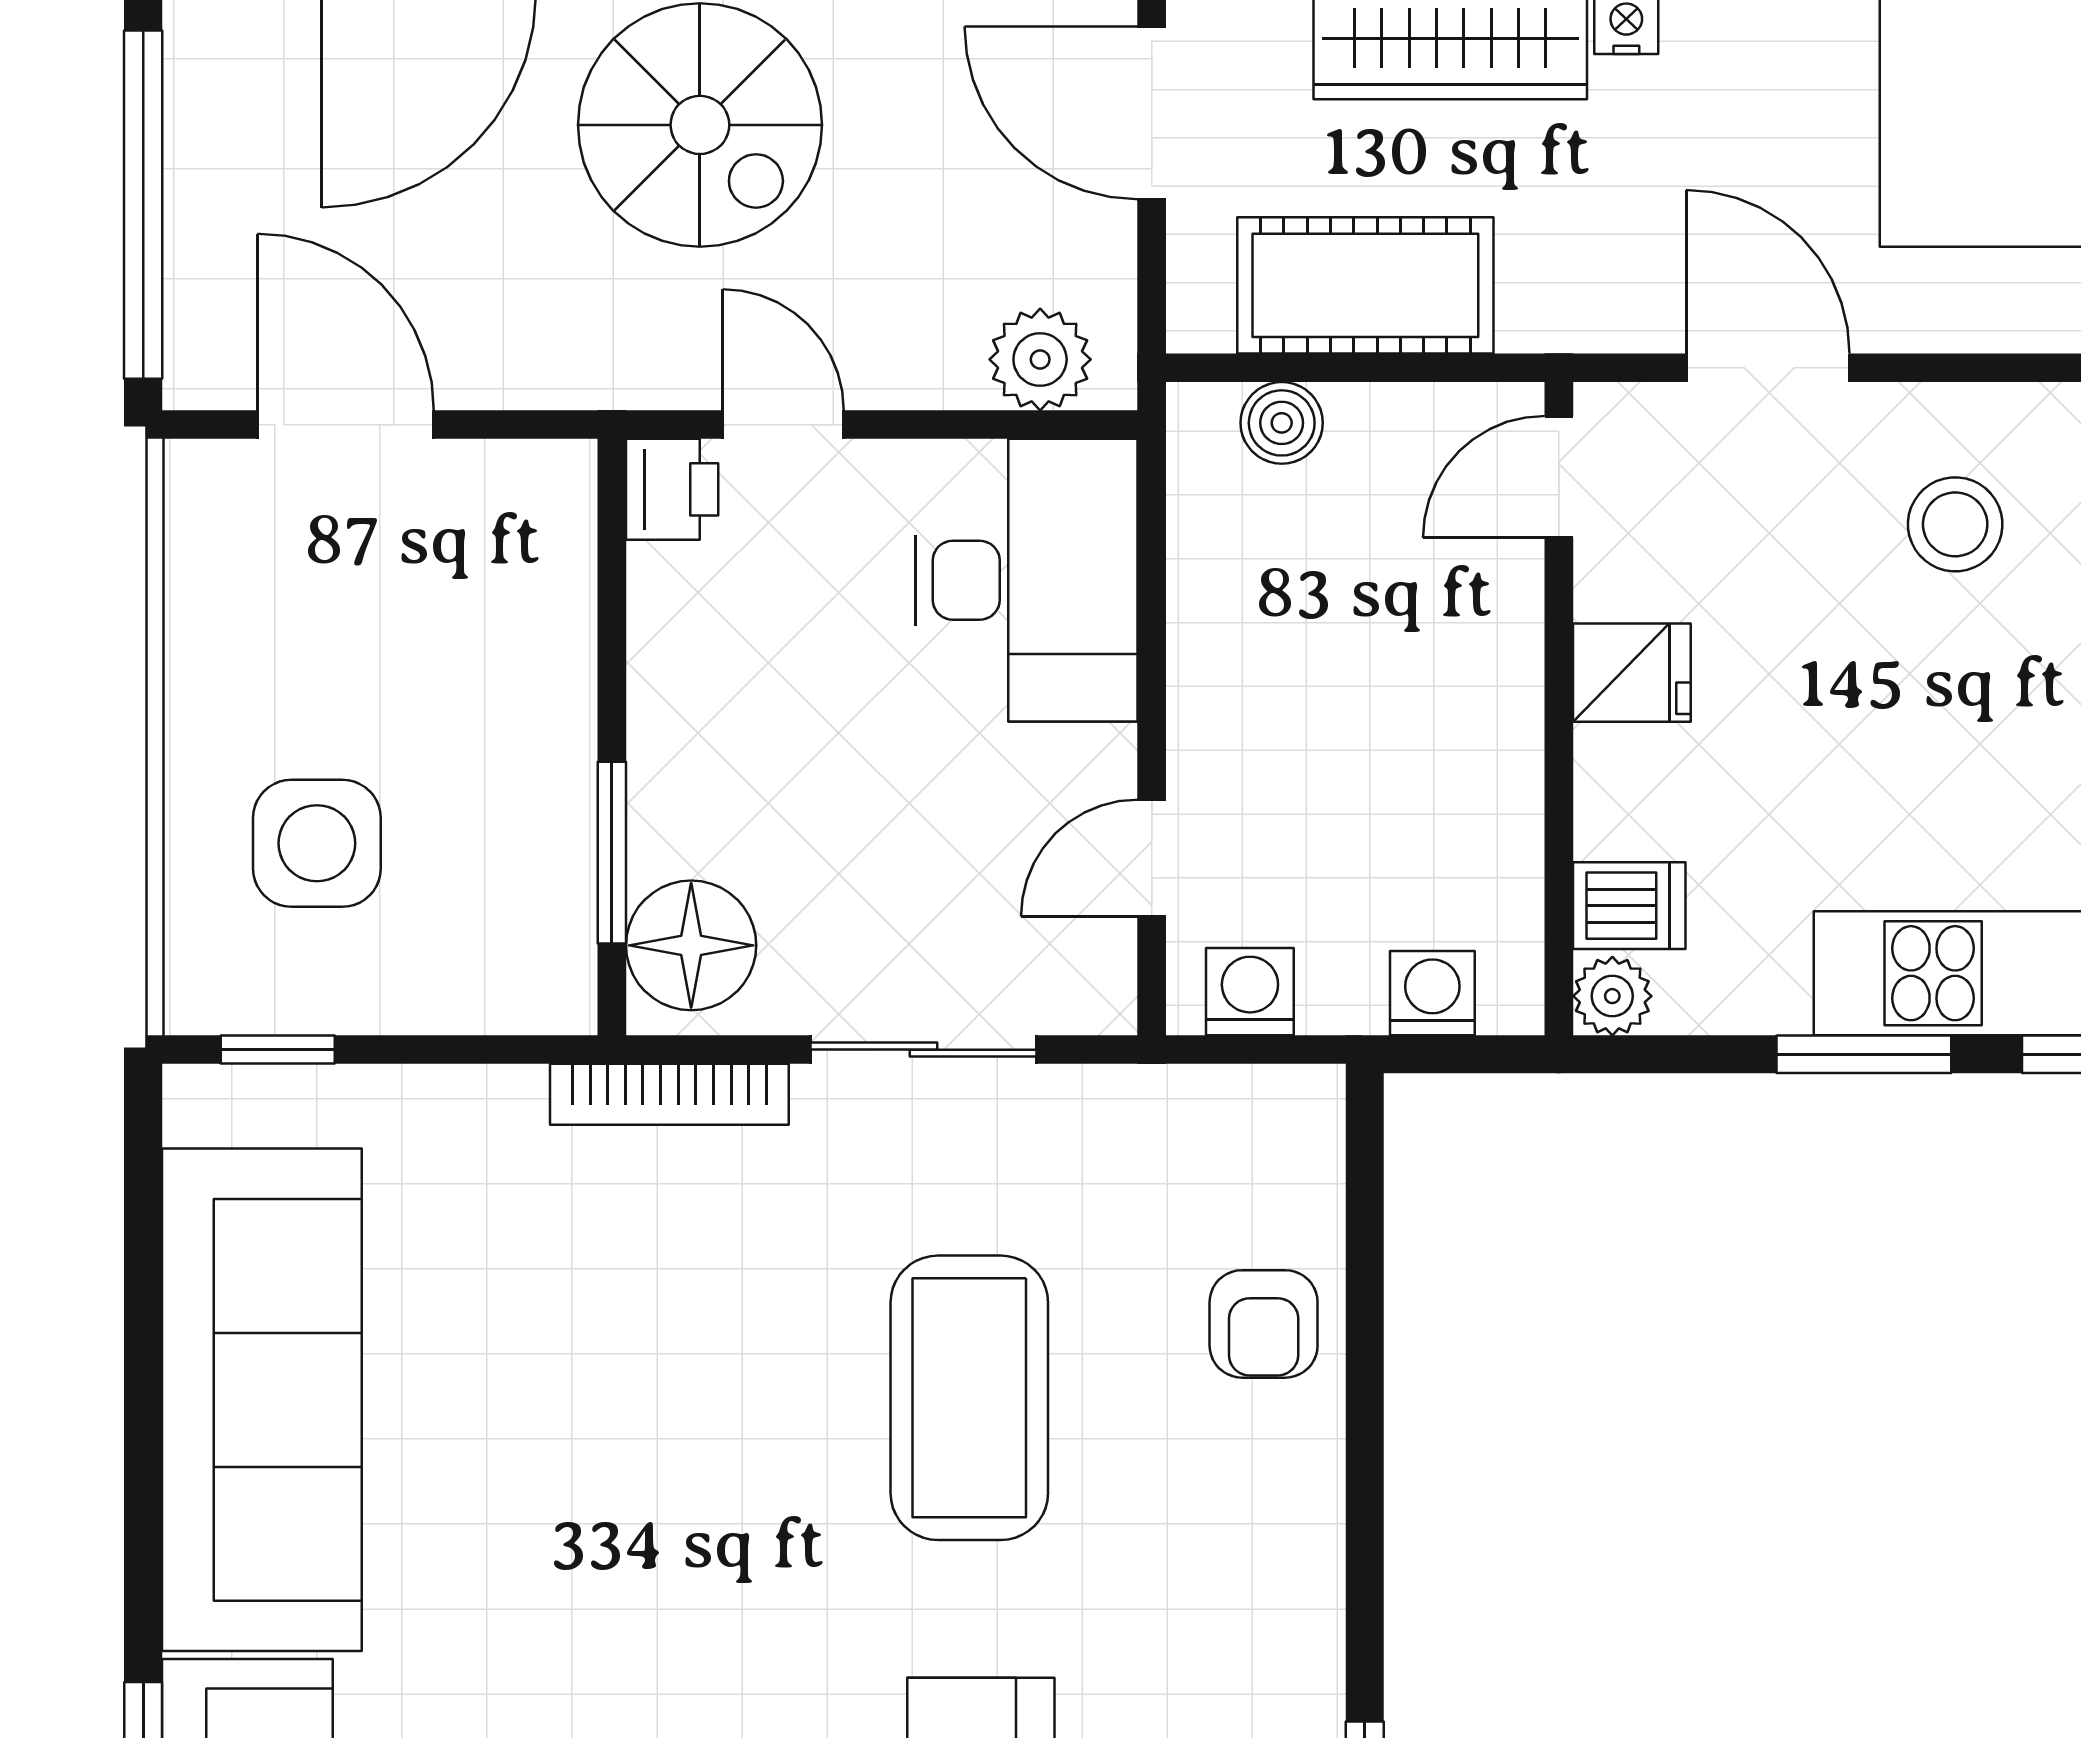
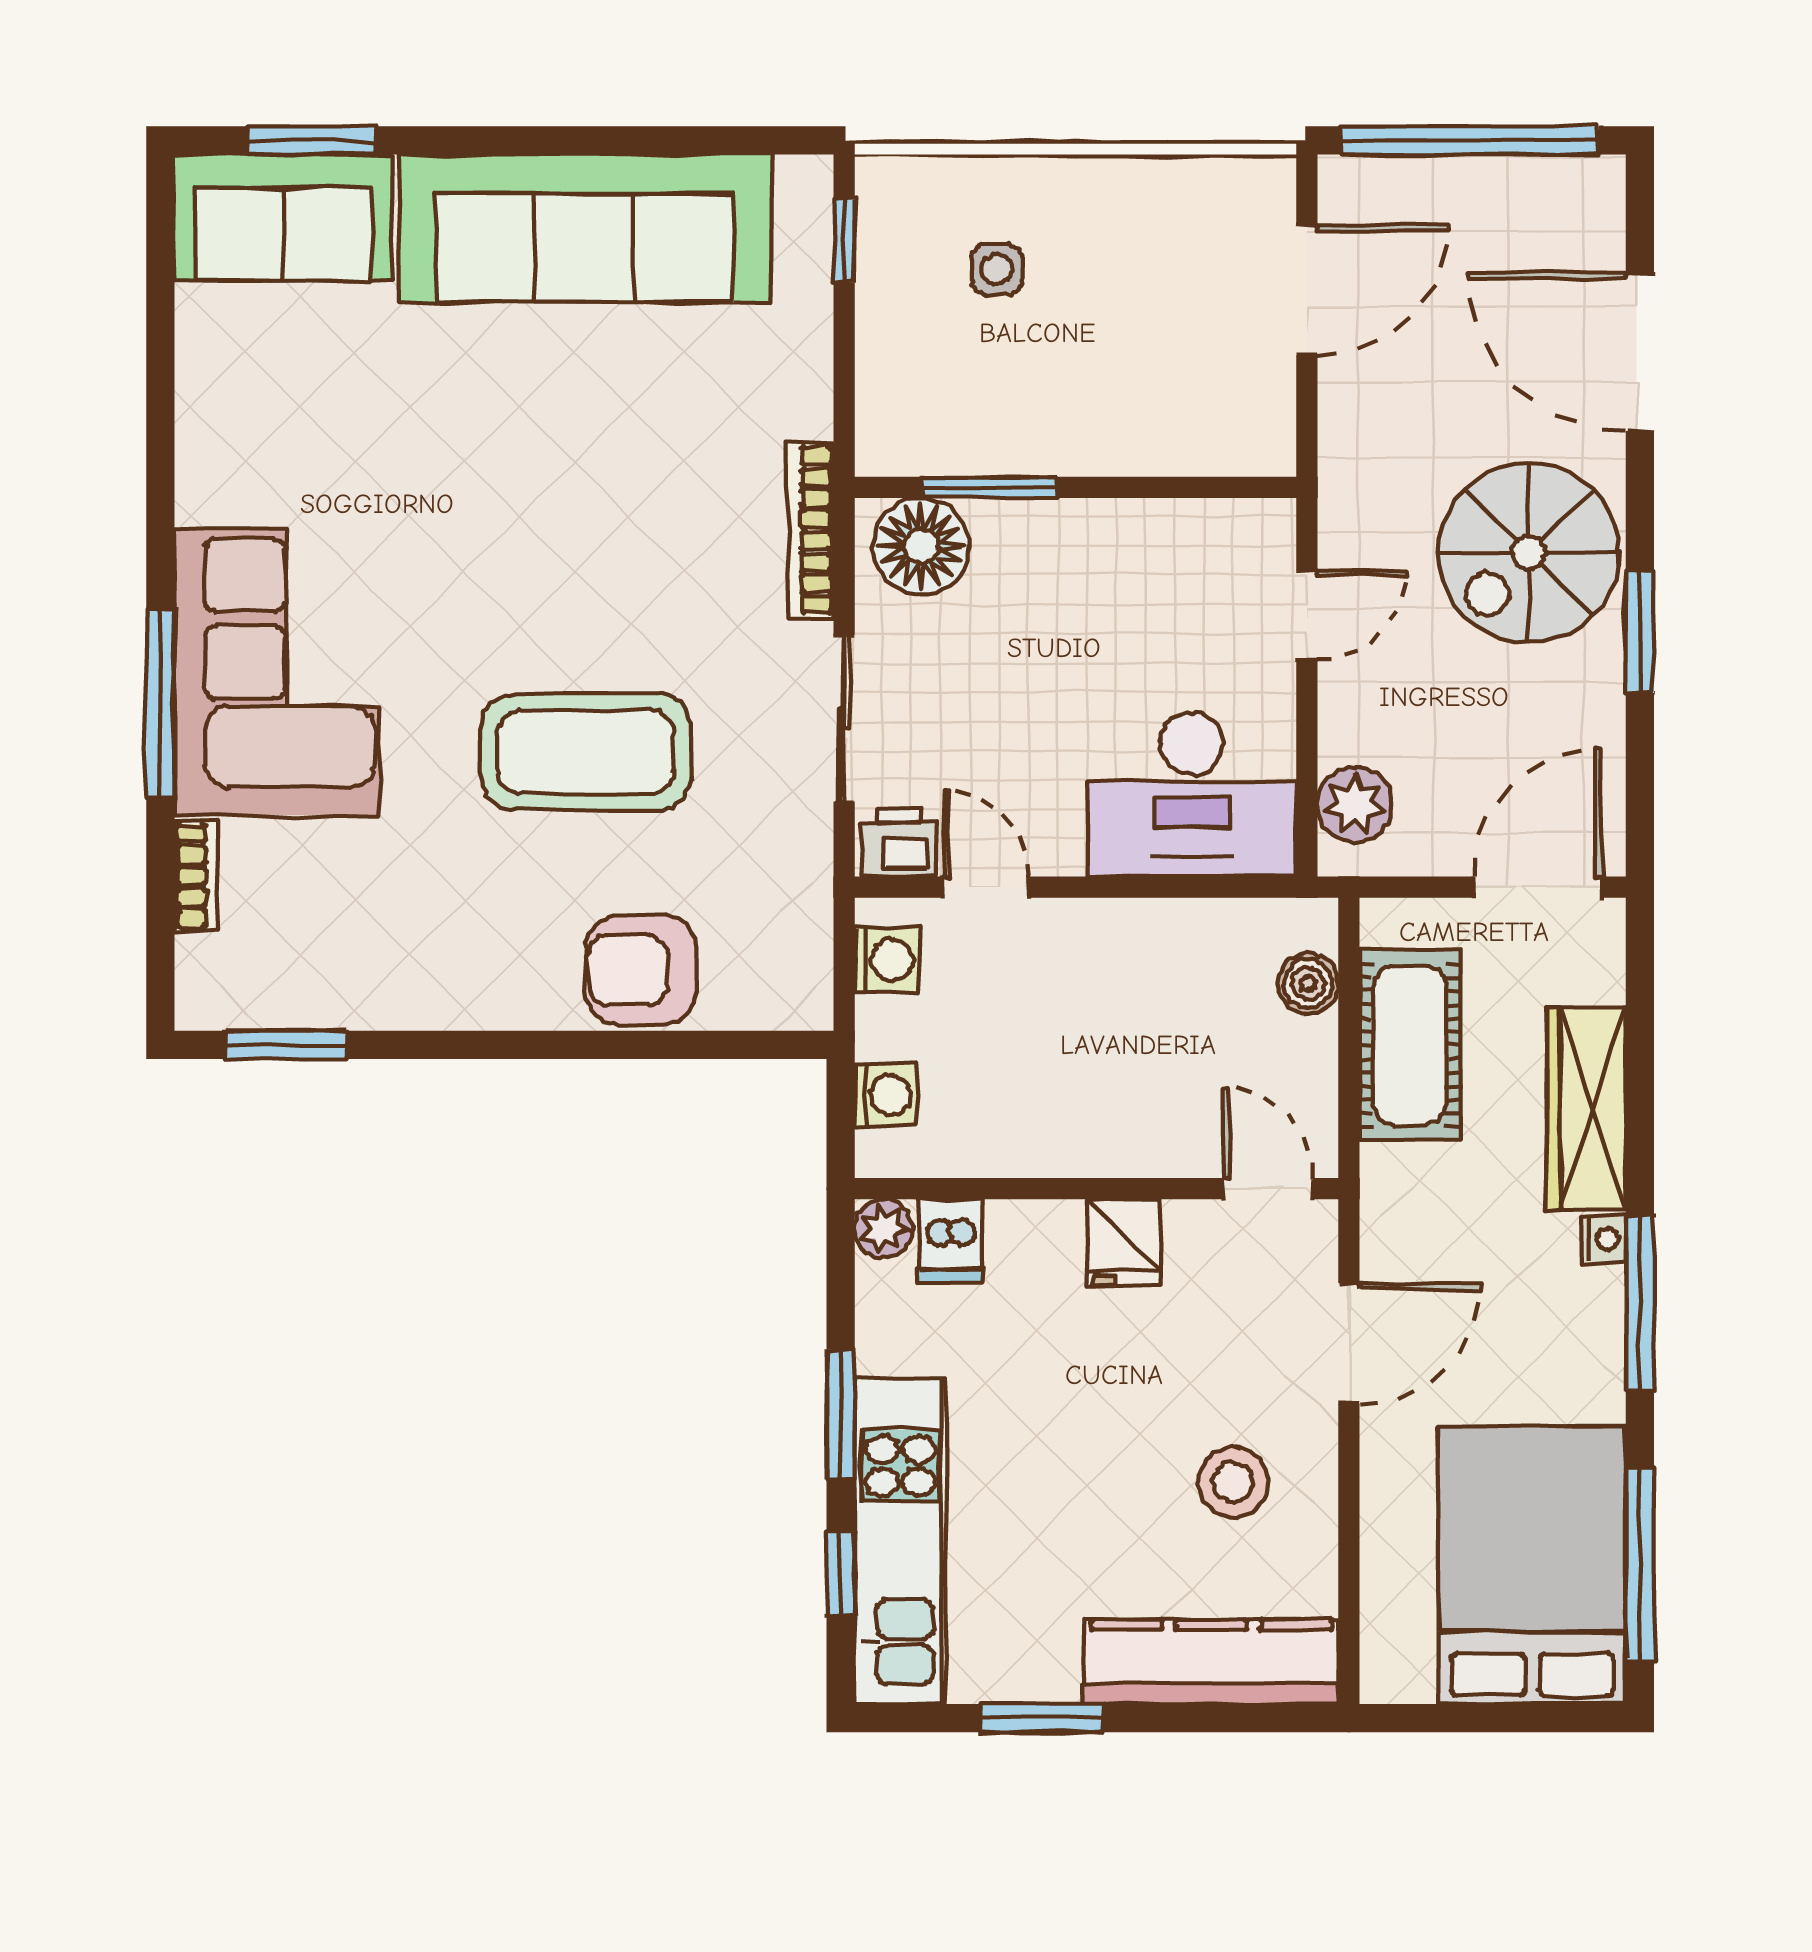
printer: (672, 489) -> (899, 843), moved, turned 180
side table: (317, 843) -> (997, 269), width x0.54, depth x0.54
armchair: (1264, 1324) -> (641, 970), width x1.38, depth x1.38

